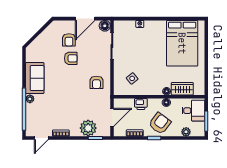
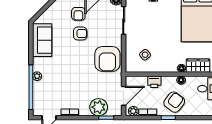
sofa: (35, 78) -> (42, 40), moved
armchair: (96, 82) -> (107, 59), width x1.88, depth x1.88
plant: (186, 132) -> (133, 111), moved

